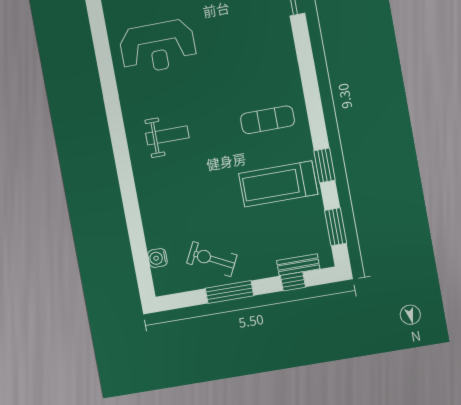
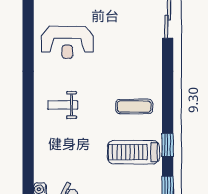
weight bench: (167, 136) -> (63, 105), turned 180

